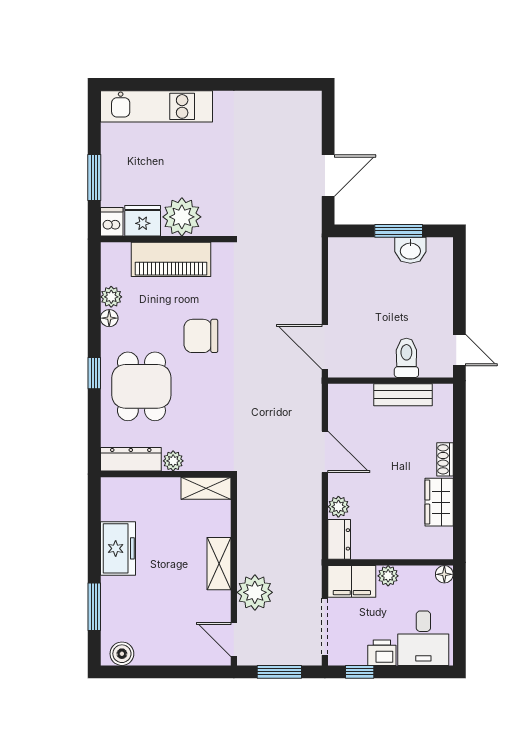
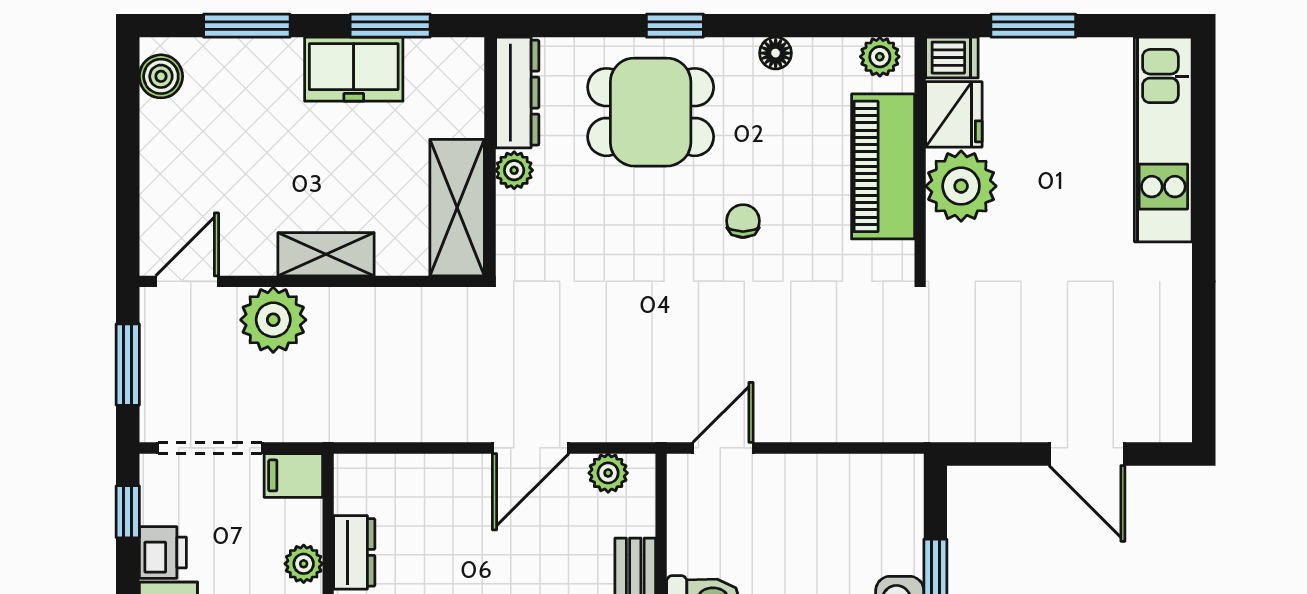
door: (328, 176) -> (1087, 454), moved
plant: (111, 297) -> (880, 57), moved
chair: (201, 336) -> (743, 221), width x0.54, depth x0.54
door: (325, 347) -> (723, 448), width x0.73
shelving: (206, 488) -> (457, 208), width x1.50, depth x1.33
plant: (338, 507) -> (608, 473), moved
window: (94, 529) -> (390, 26), added
dresser: (339, 539) -> (354, 552), moved, turned -90
filing cabinet: (352, 581) -> (293, 475), width x0.50

